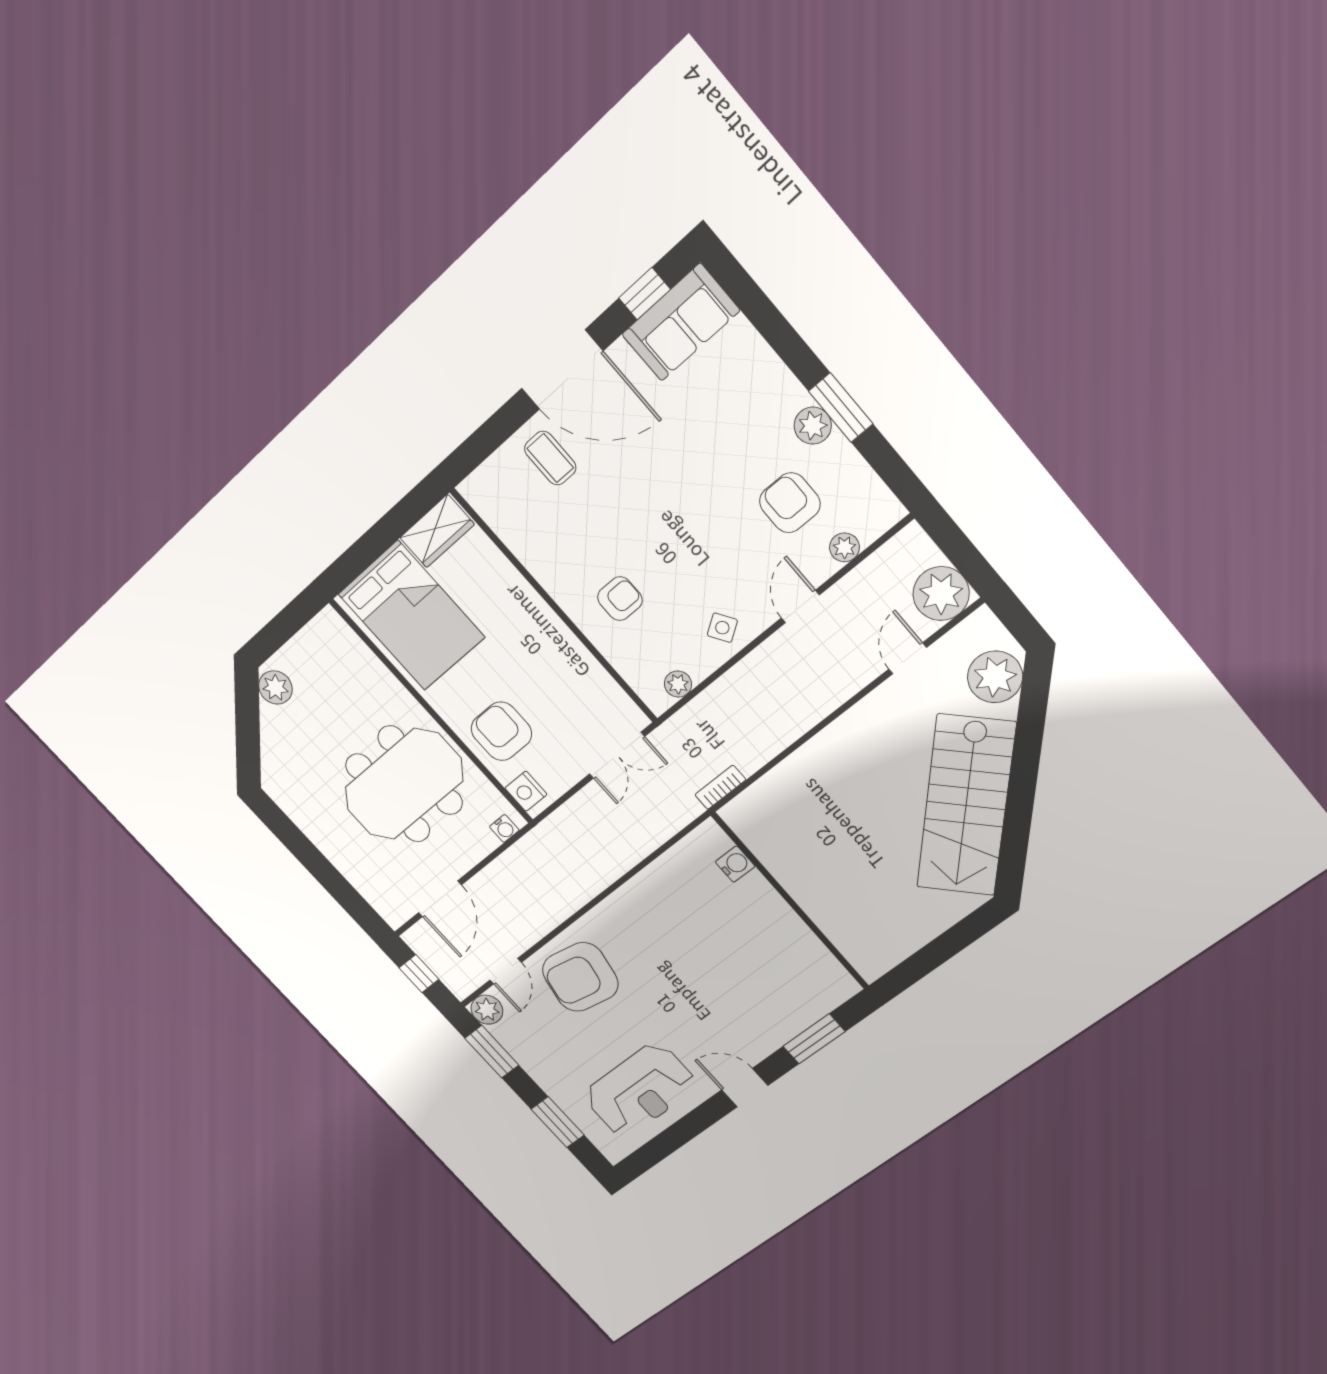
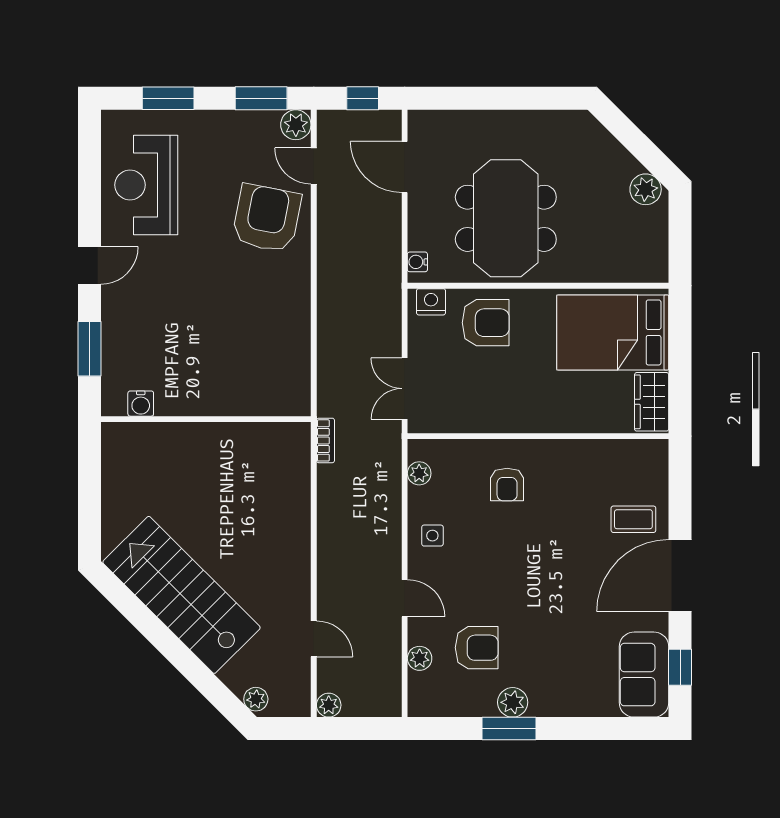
plant: (941, 594) -> (329, 705), width x0.53, depth x0.53
side table: (722, 628) -> (432, 536), turned 33
plant: (995, 677) -> (256, 699), width x0.53, depth x0.53
water cooler: (735, 864) -> (141, 404), moved

